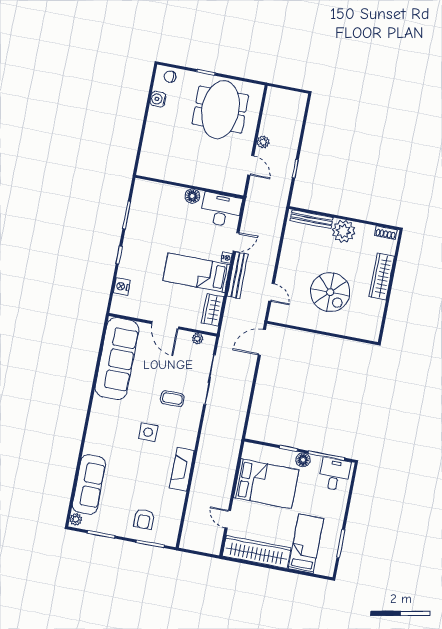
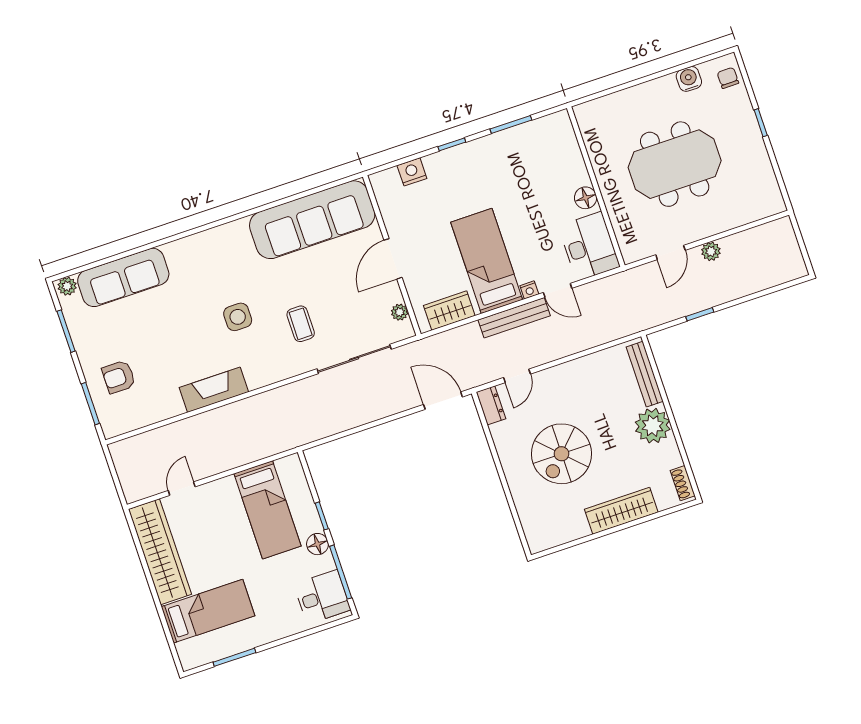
meeting table: (220, 110) -> (675, 164), moved
dresser: (280, 317) -> (491, 405), added
bed: (266, 484) -> (268, 510), width x0.67

